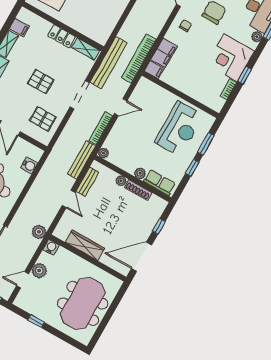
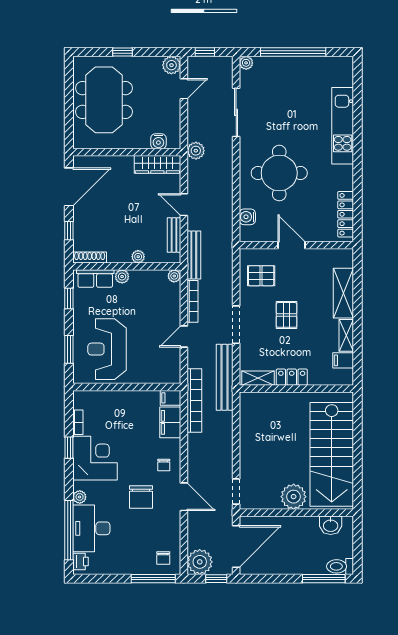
pallet: (41, 82) -> (287, 315), turned 90
window: (192, 168) -> (69, 299), moved
shoe rack: (138, 190) -> (90, 257), moved
wardrobe: (85, 245) -> (157, 164), moved
water cooler: (51, 247) -> (158, 141), moved
plant: (39, 271) -> (171, 65), moved
window: (36, 321) -> (122, 52), moved

